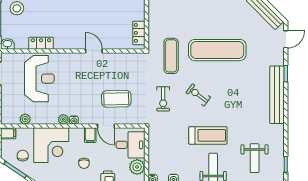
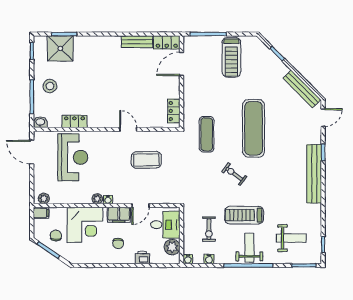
exercise mat: (217, 50) -> (254, 128), turned 90
coffee table: (116, 99) -> (146, 160), moved
exercise bike: (163, 99) -> (209, 229), moved
plant: (25, 119) -> (44, 198), moved
door: (106, 126) -> (141, 206), hinge flipped
filing cabinet: (90, 135) -> (119, 215), width x2.00
treadmill: (208, 135) -> (244, 215), turned 180
weight bench: (255, 158) -> (291, 238), turned -90

